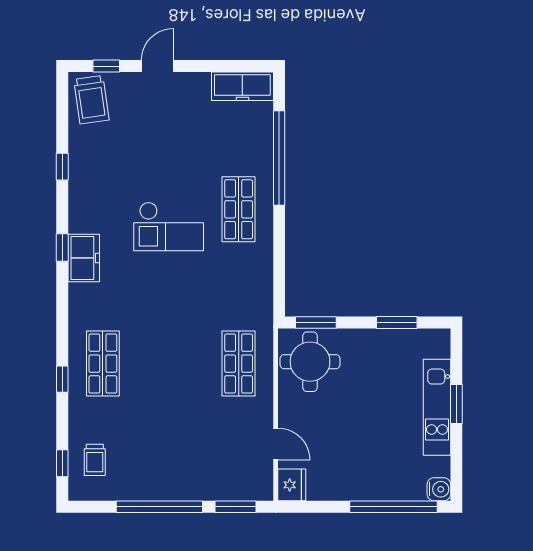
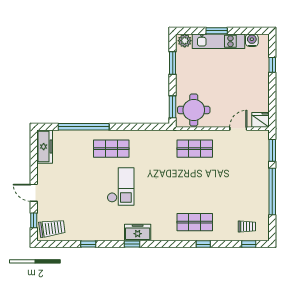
plant: (438, 345) -> (185, 41), added
water cooler: (439, 489) -> (252, 40), moved
window: (393, 507) -> (272, 65), width x0.32

